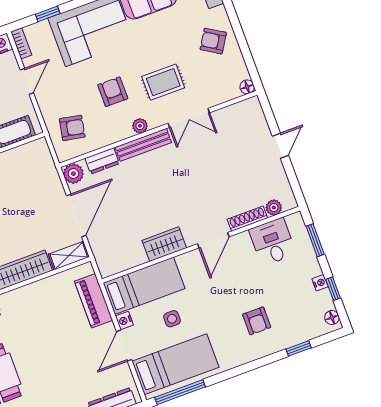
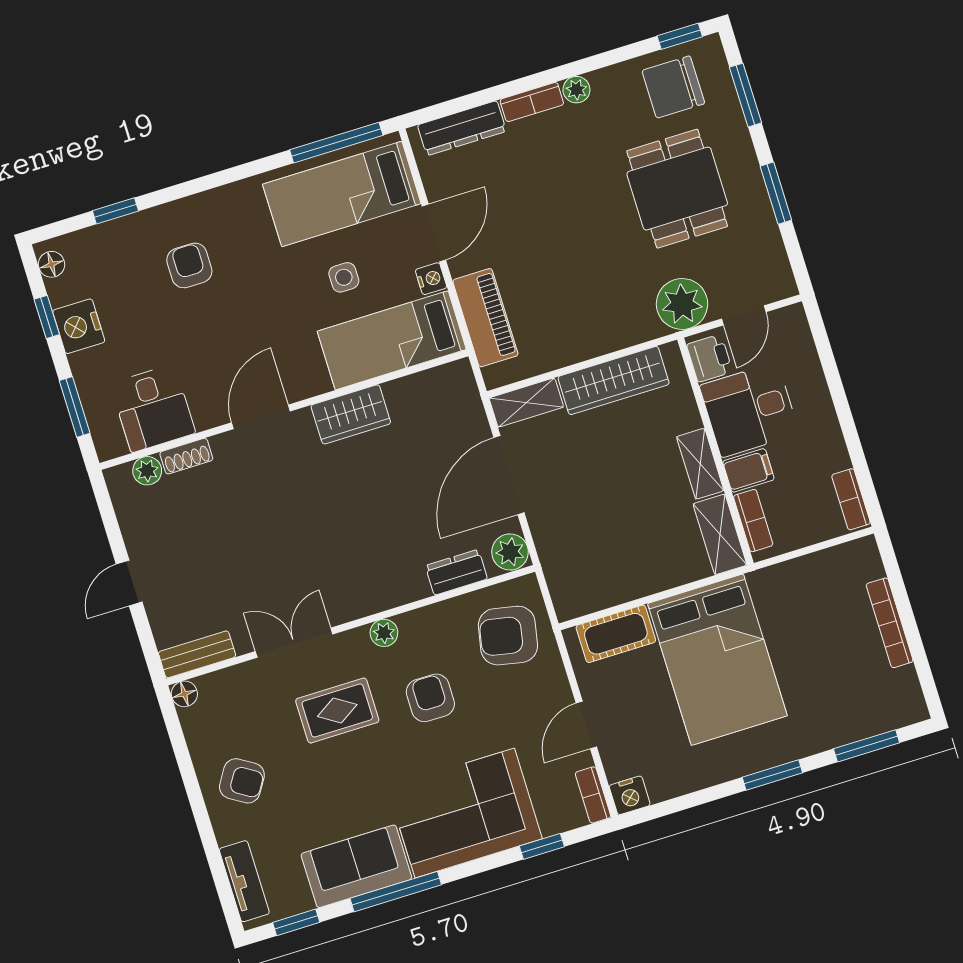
armchair: (113, 92) -> (430, 698), turned 180
armchair: (72, 128) -> (508, 636), width x1.38, depth x1.38
bench: (143, 145) -> (197, 654), moved, width x0.73
shoe rack: (247, 219) -> (186, 456), width x0.70
nightstand: (320, 283) -> (79, 326), width x1.89, depth x1.79

